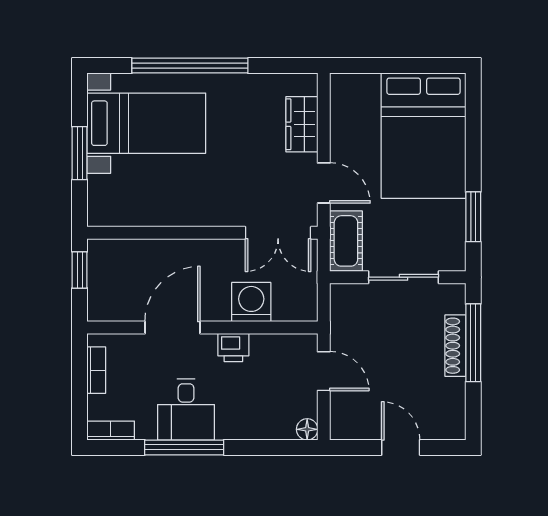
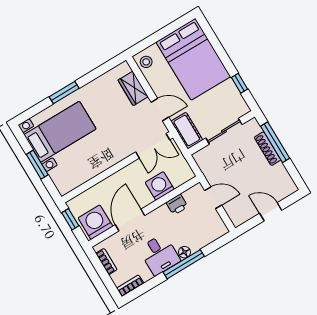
window: (190, 66) -> (64, 92), width x0.47
stool: (347, 95) -> (146, 62), added
window: (473, 217) -> (240, 83), width x0.67
washing machine: (116, 298) -> (95, 222), added
printer: (233, 348) -> (177, 204), moved
floor lamp: (307, 429) -> (184, 252), moved
window: (184, 447) -> (184, 264), moved

